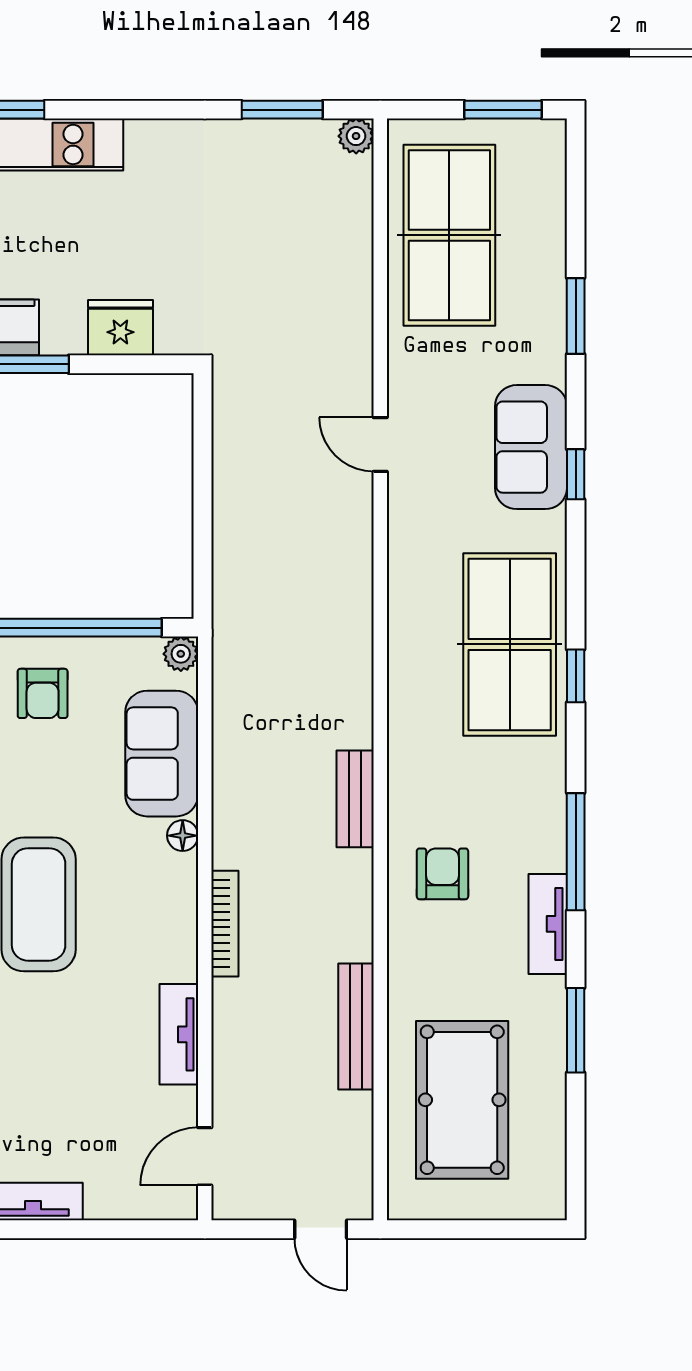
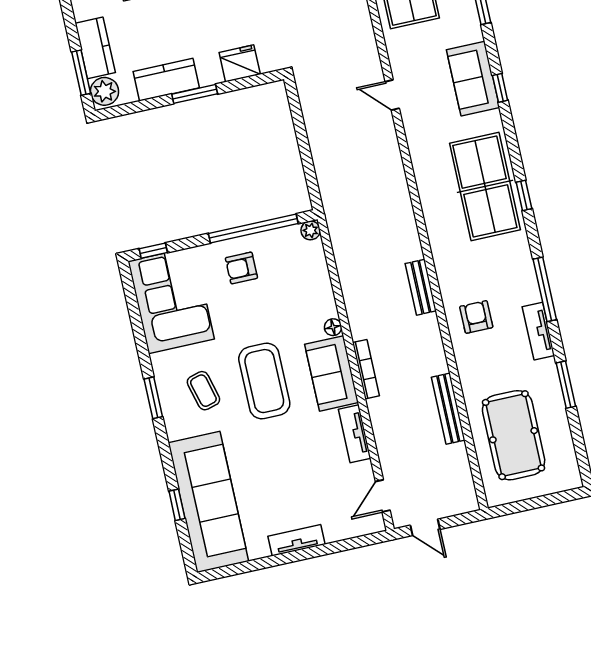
armchair: (43, 693) -> (241, 268), turned 90
sofa: (162, 754) -> (332, 373), moved
door: (321, 1229) -> (425, 527), moved

